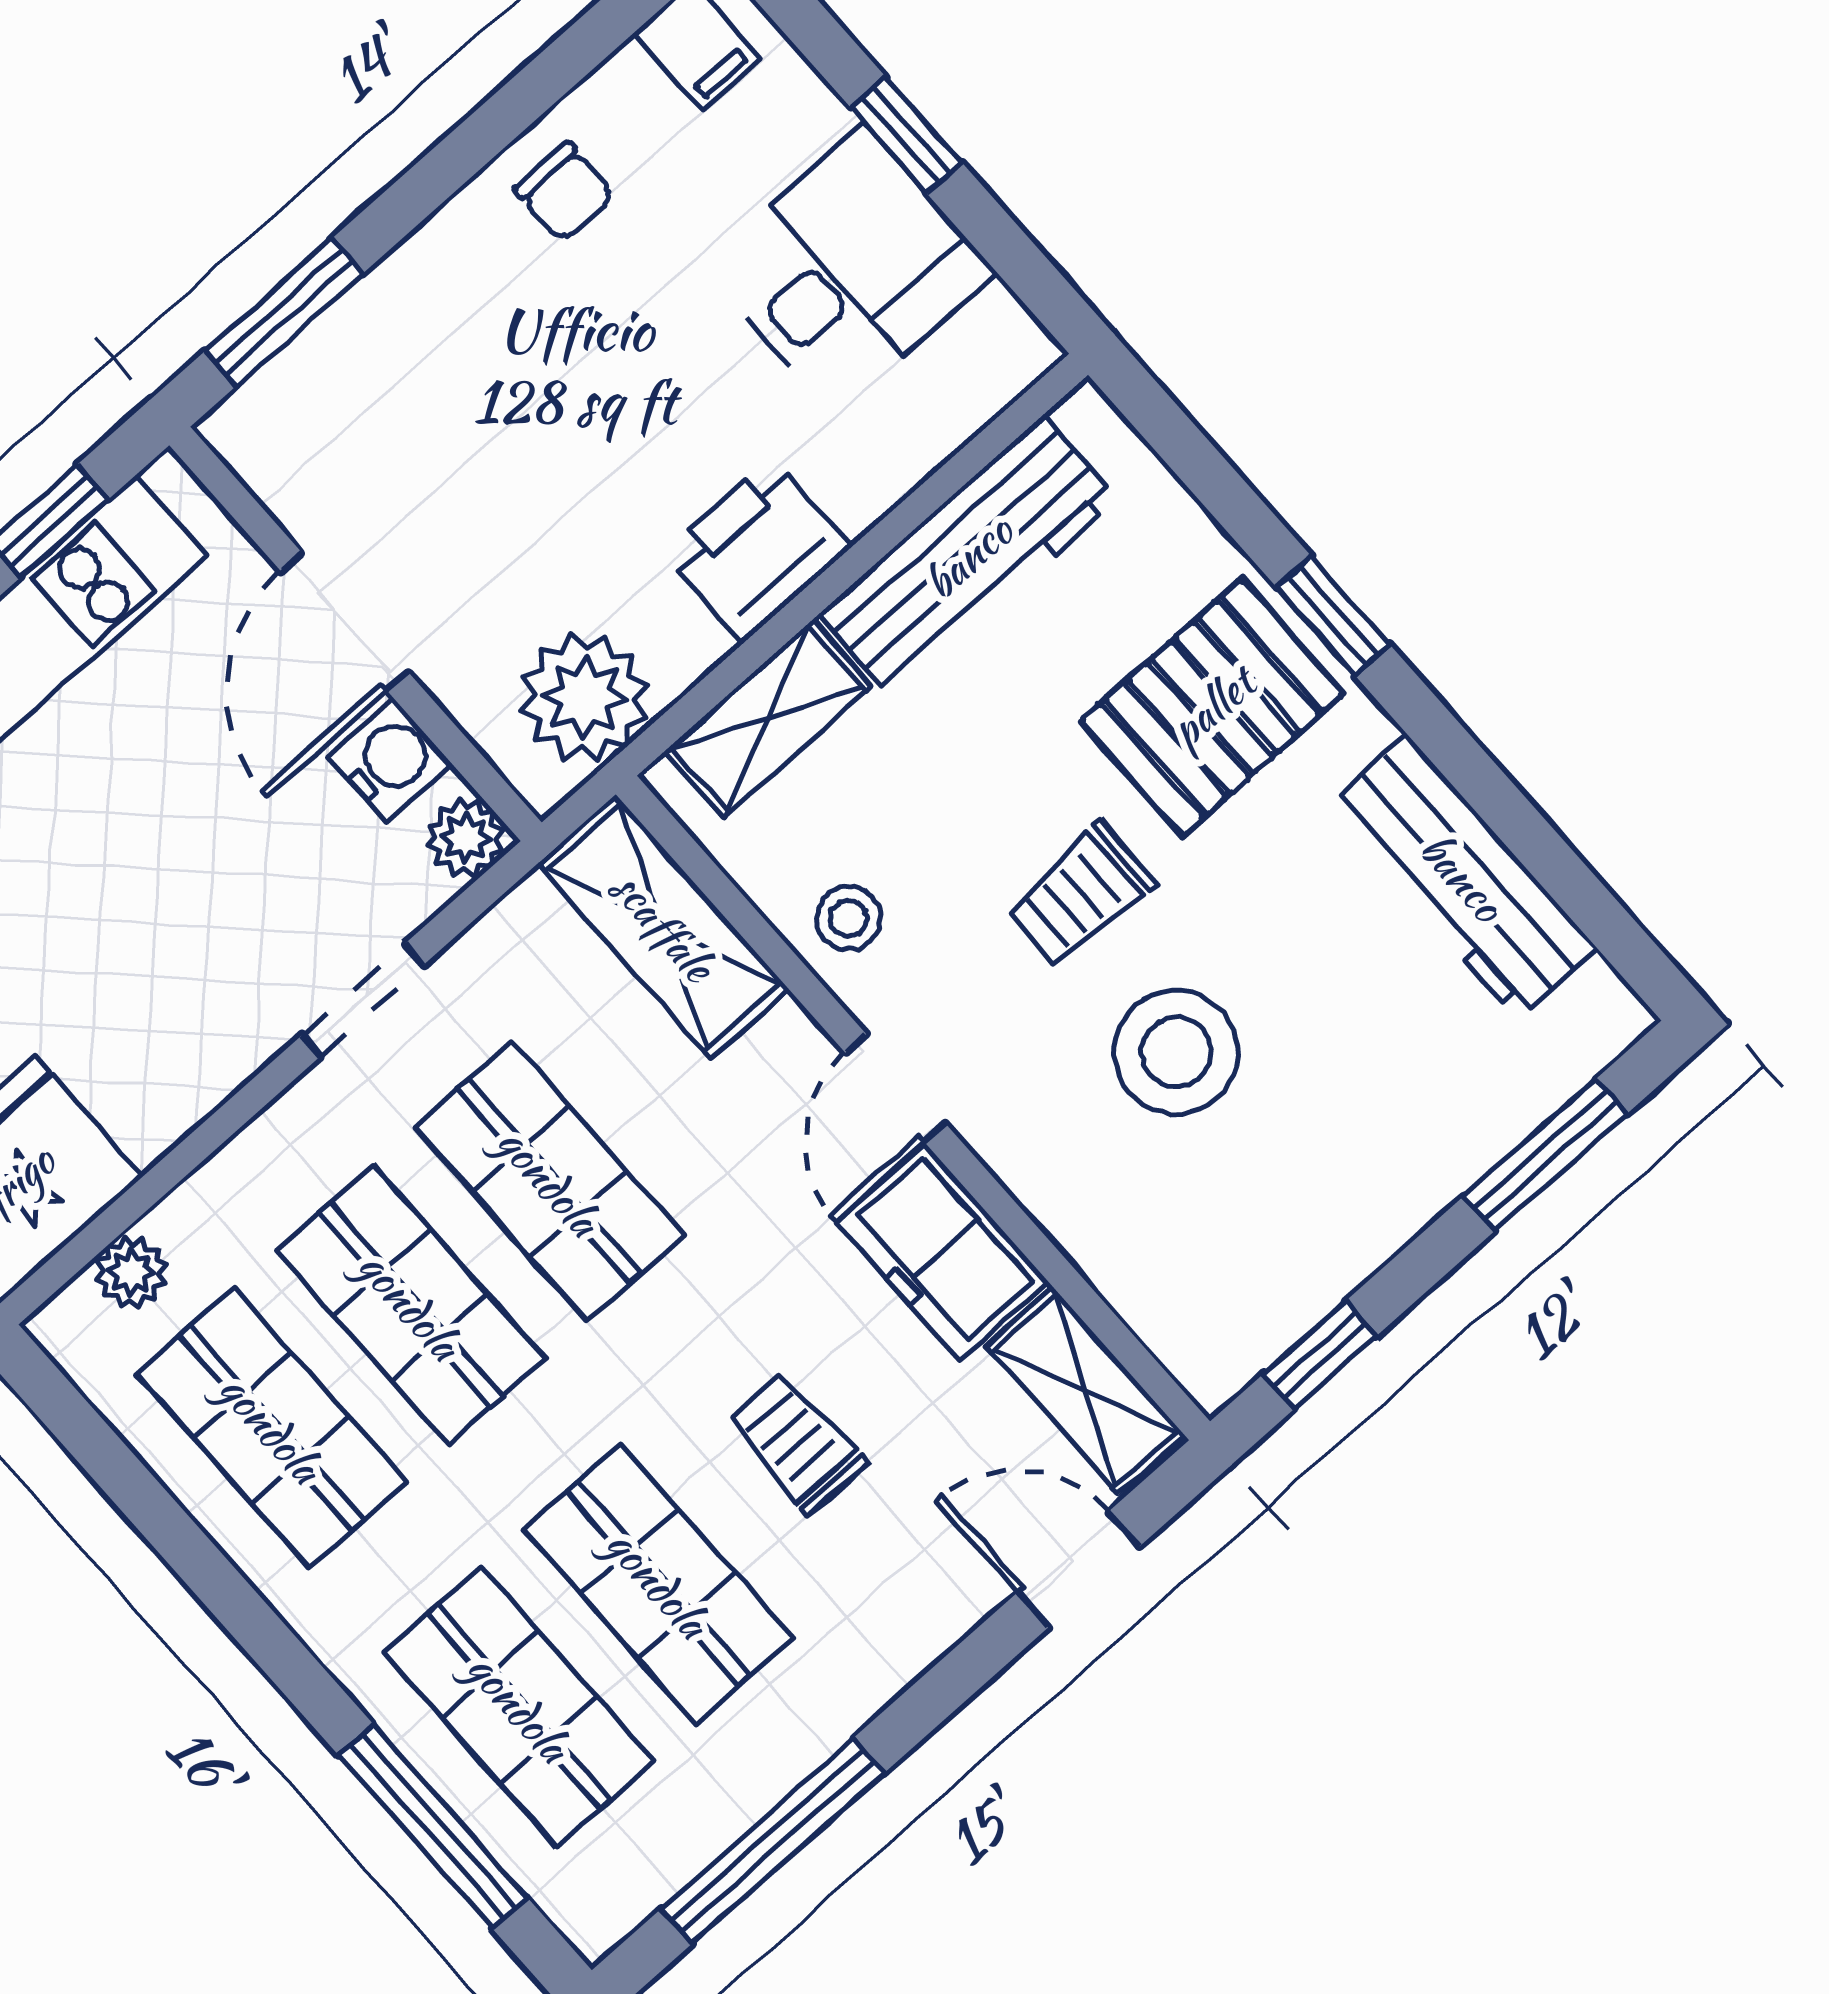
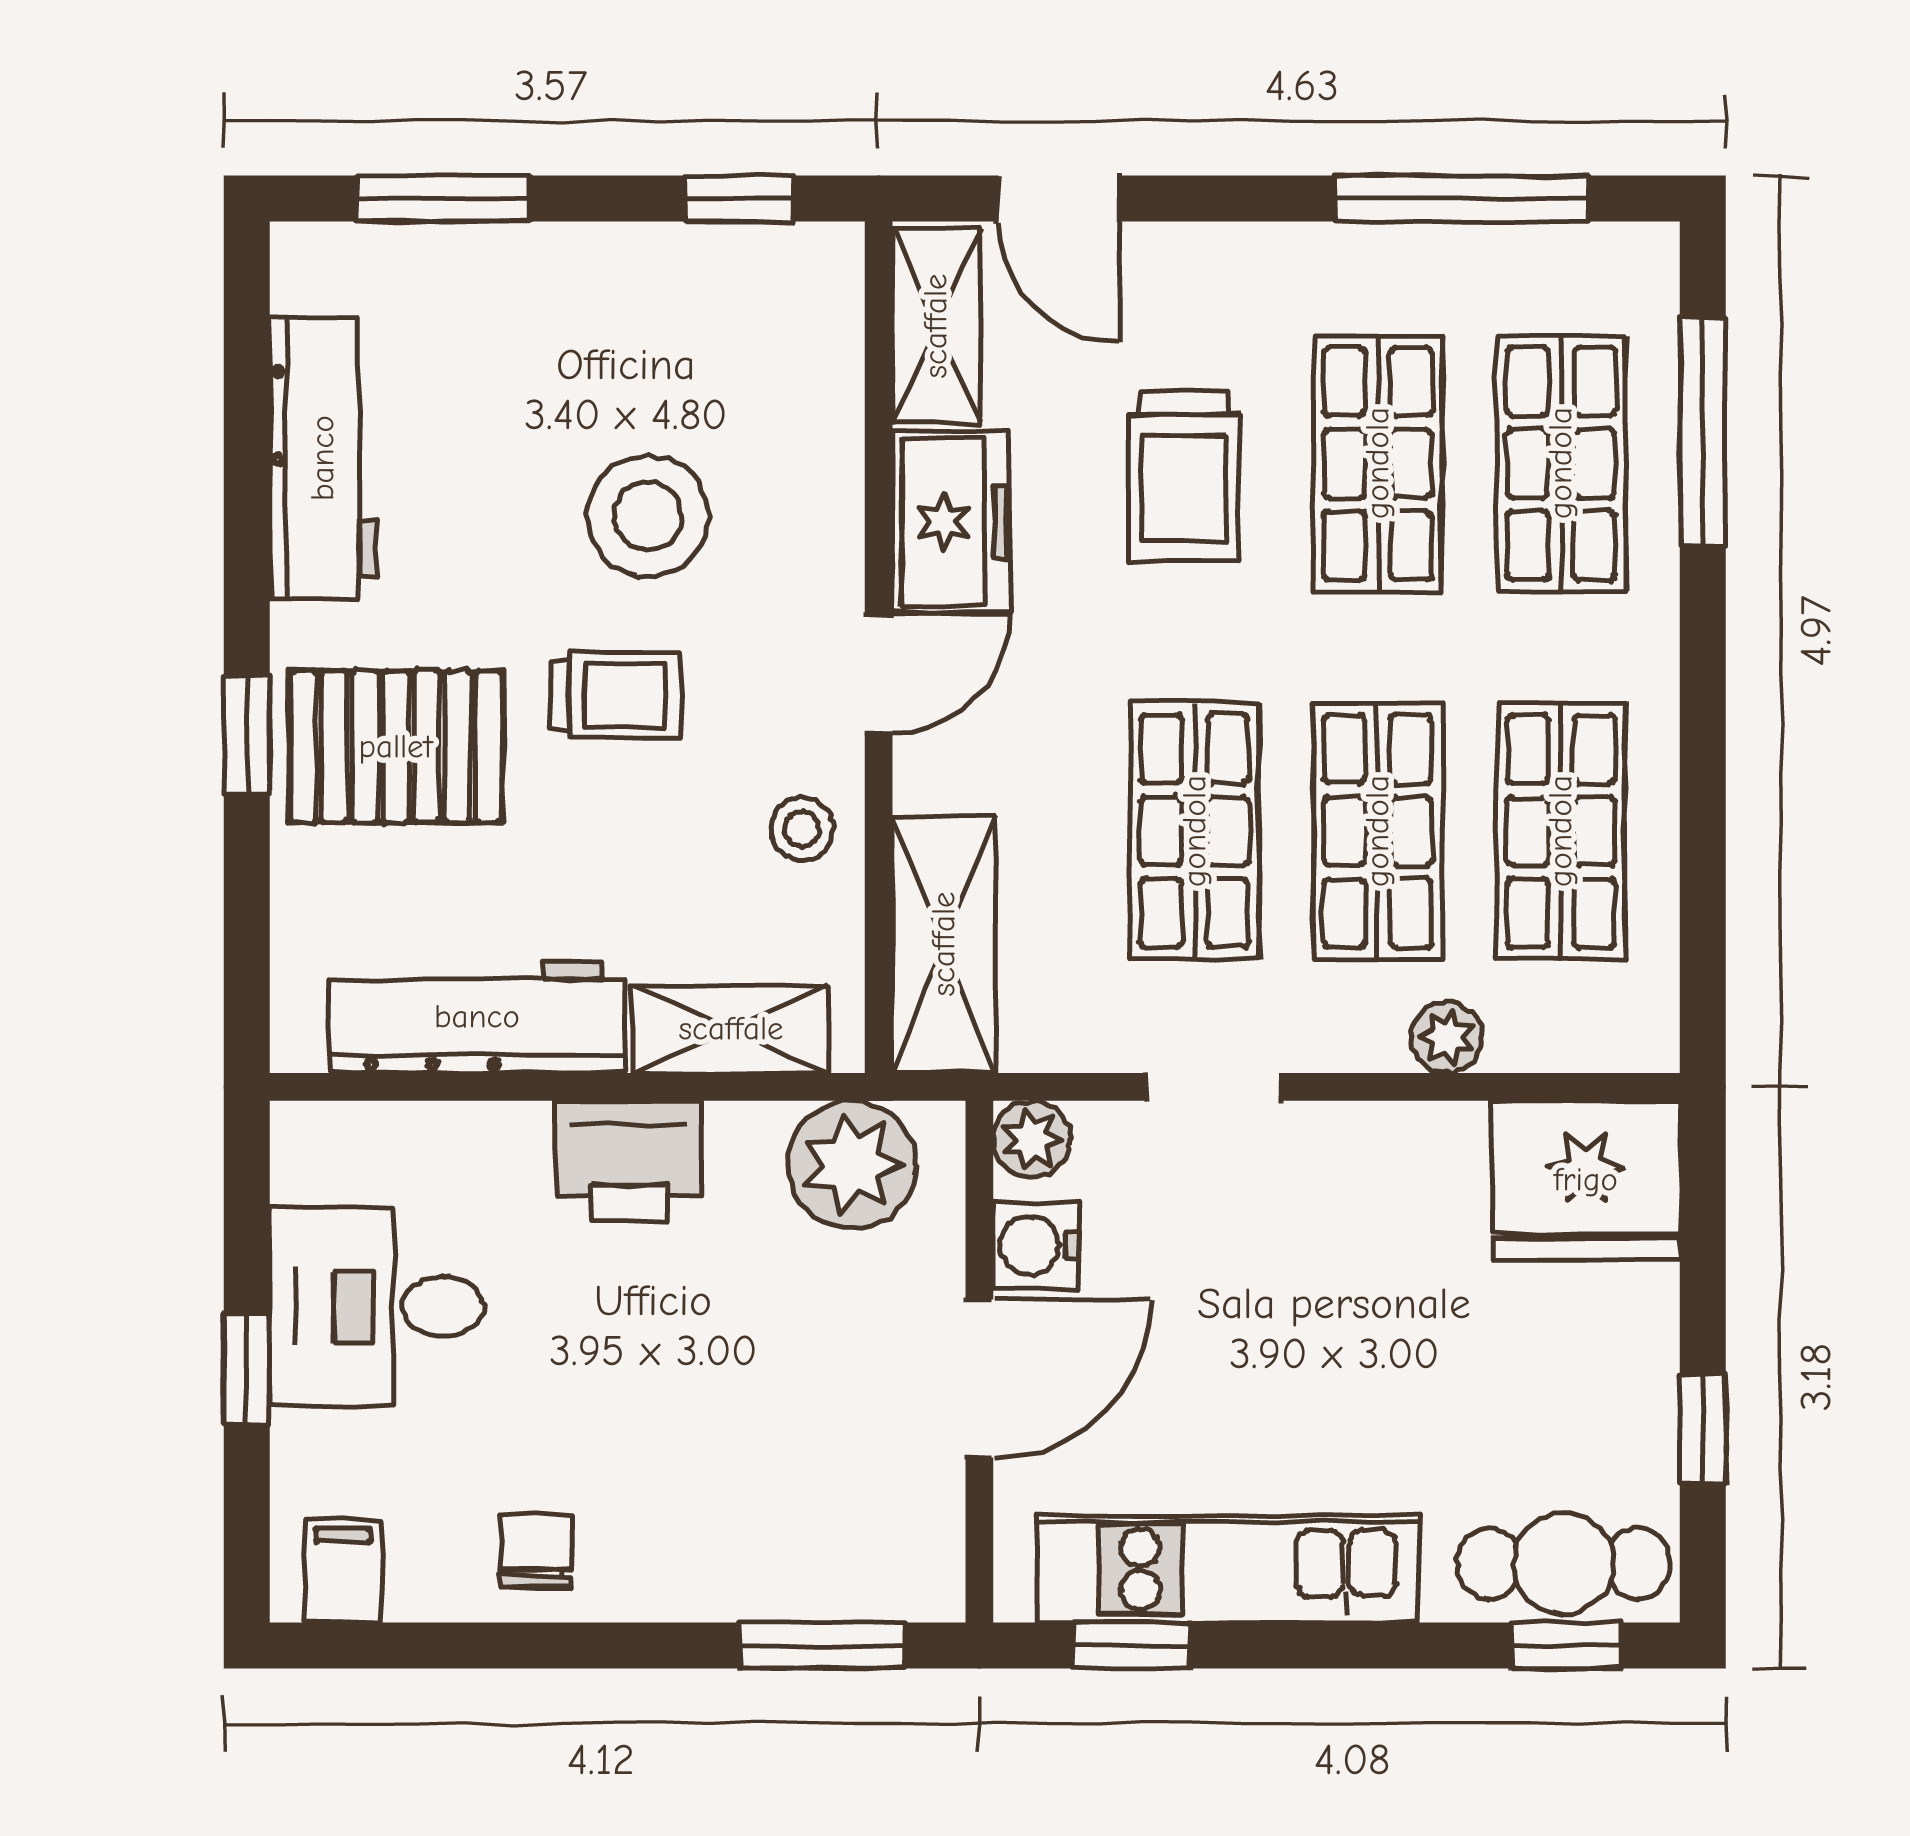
plant: (131, 1272) -> (1447, 1038), moved
trolley: (797, 1443) -> (1184, 476), width x1.36, depth x1.39

